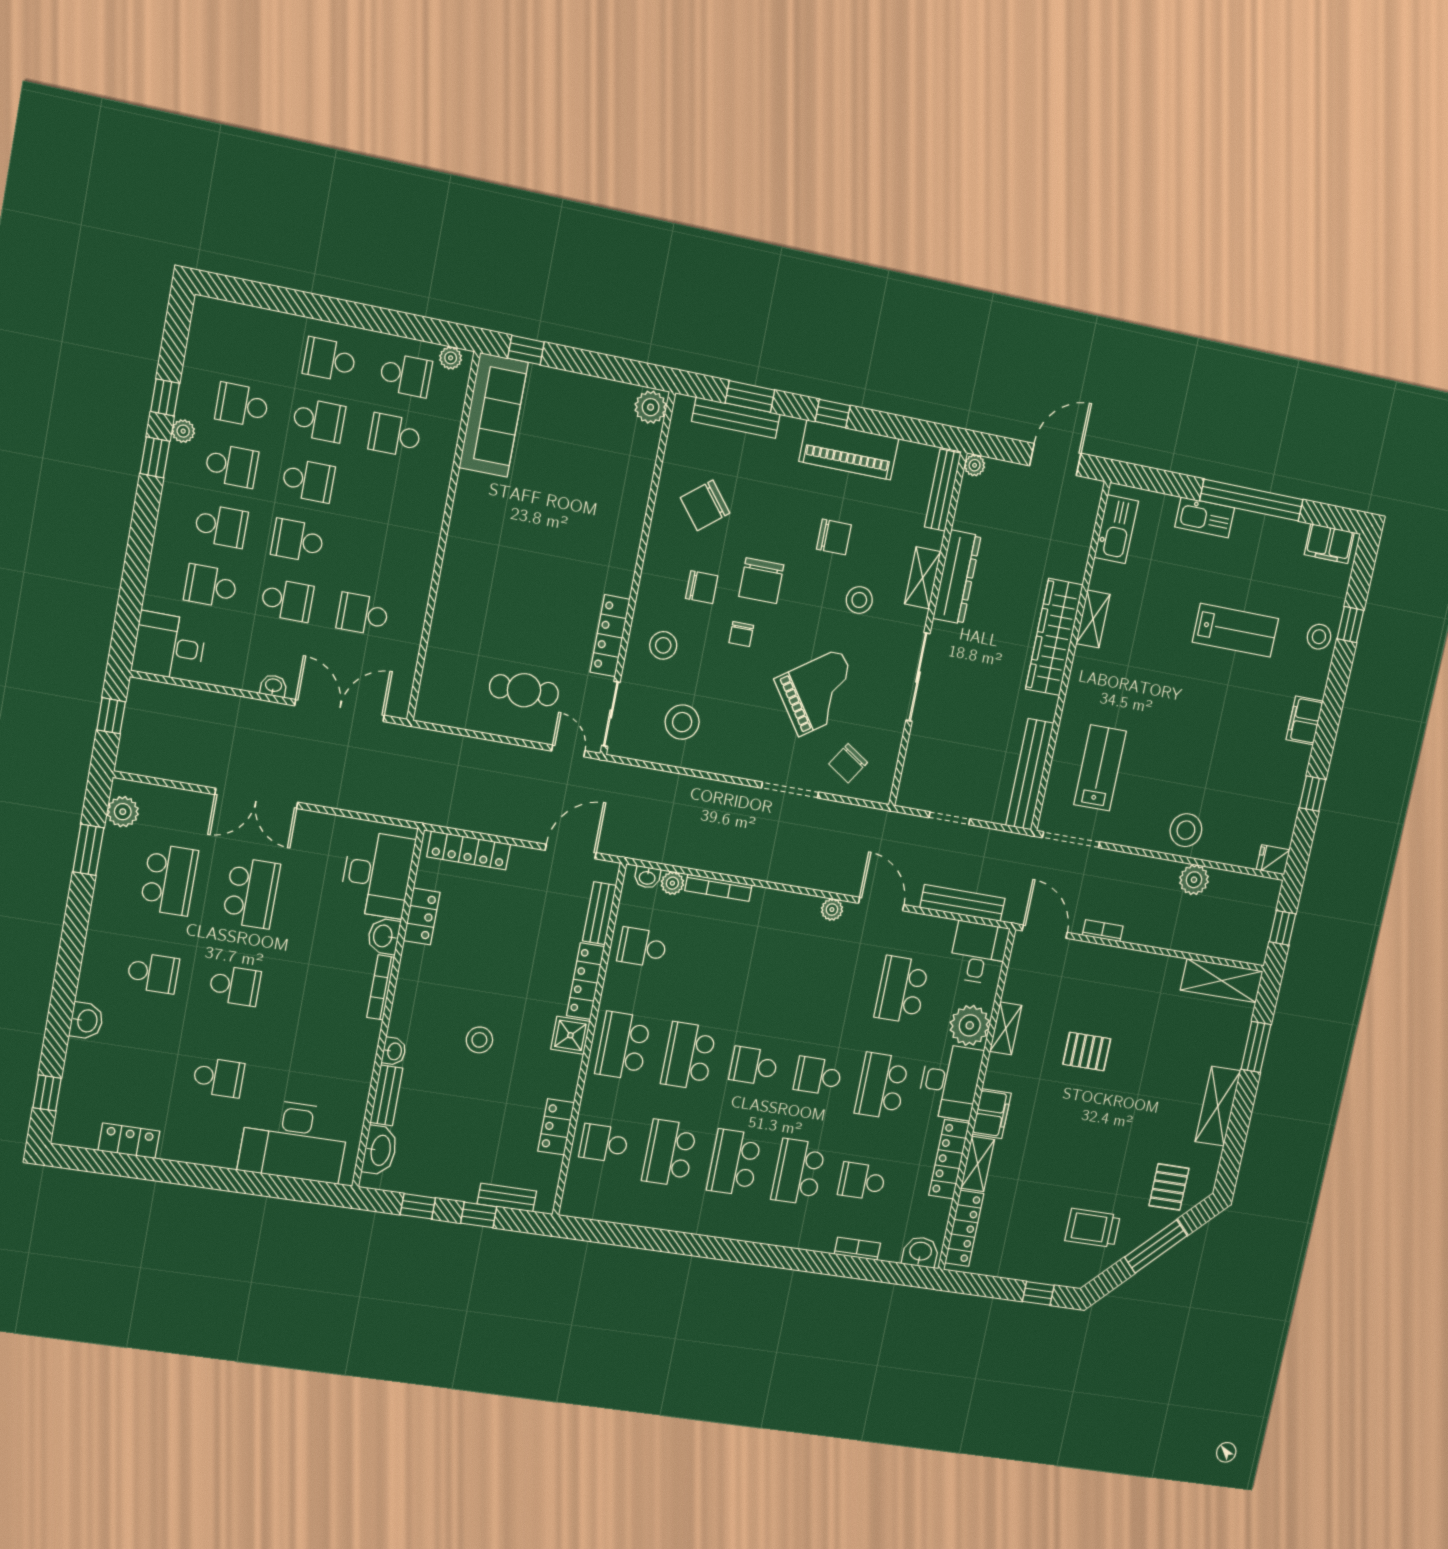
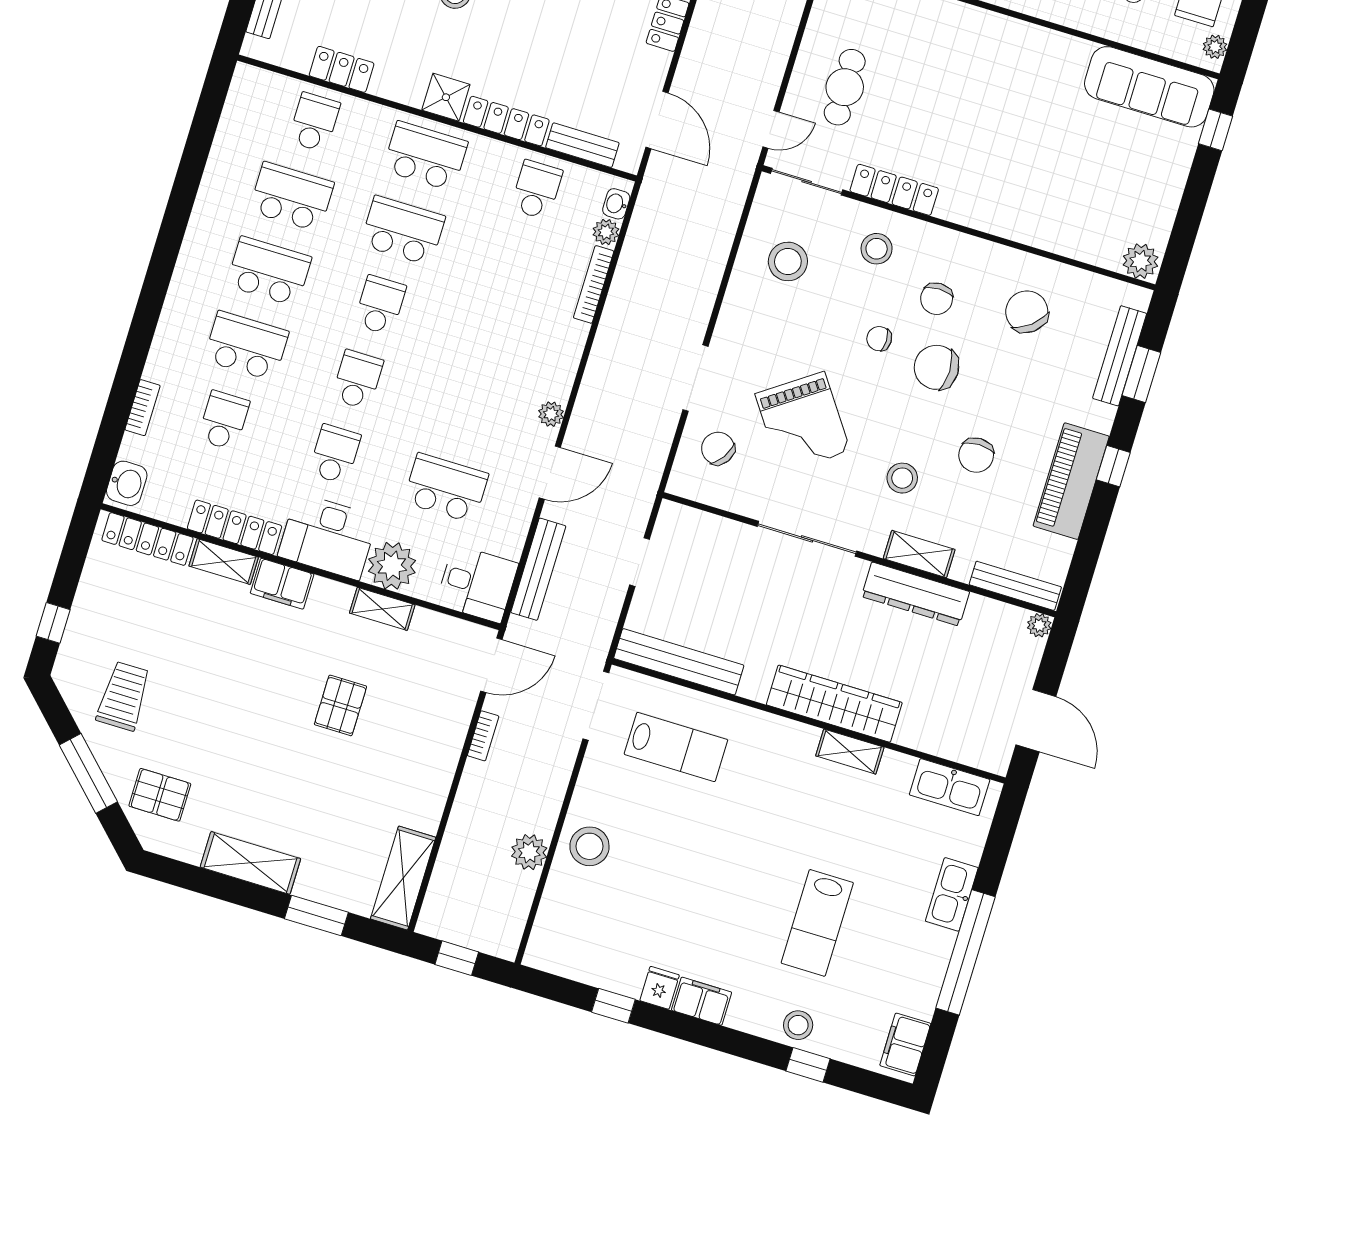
fridge: (1273, 860) -> (660, 988), moved
school desk: (882, 1086) -> (335, 454), width x0.54

